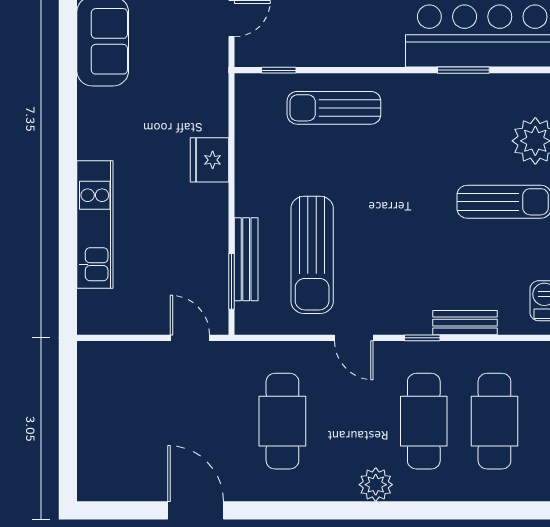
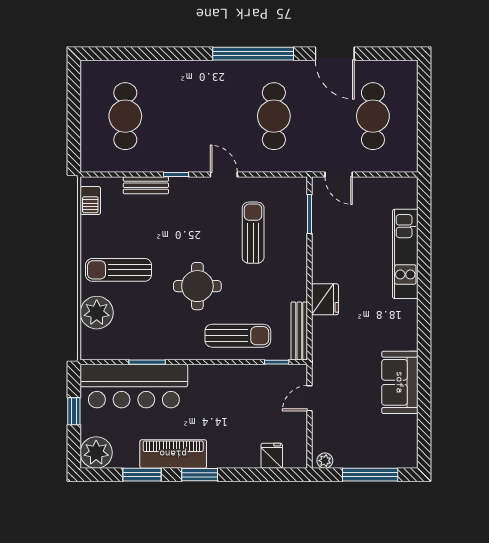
round table: (392, 179) -> (197, 286), added
sun lounger: (312, 255) -> (253, 233), width x0.73, depth x0.75
bench: (246, 259) -> (299, 331), moved
cafe table: (424, 421) -> (373, 116), moved
plant: (376, 485) -> (208, 72), removed
window: (312, 510) -> (253, 54), added

